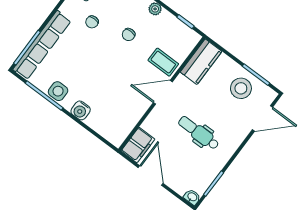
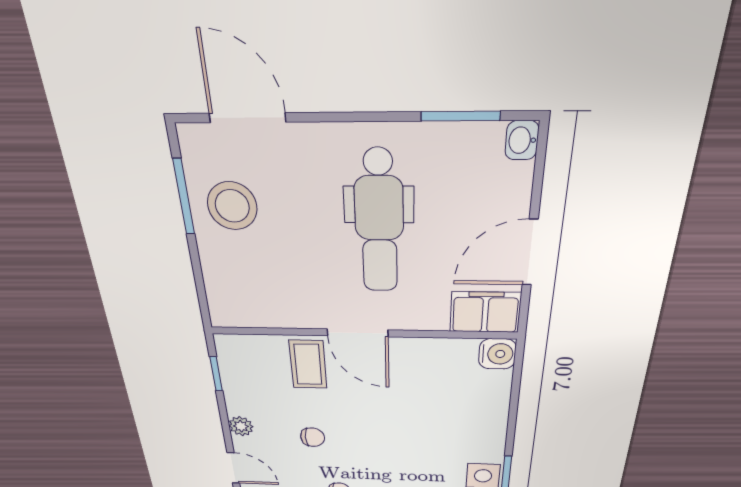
kitchen counter: (201, 62) -> (253, 308), removed
water cooler: (81, 110) -> (497, 354), moved
dental chair: (199, 133) -> (379, 223), width x1.36, depth x1.38

